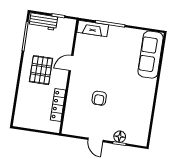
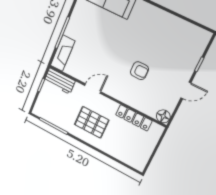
workbench: (43, 22) -> (60, 81), moved, turned 90
door: (71, 63) -> (93, 89), swing flipped
floor lamp: (120, 137) -> (163, 116), moved

